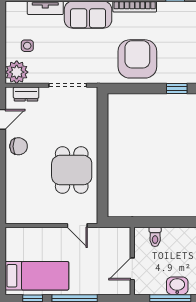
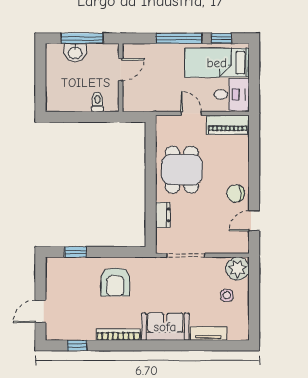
armchair: (137, 59) -> (115, 282), width x0.73, depth x0.73
dresser: (26, 94) -> (163, 215), moved, turned 90
piano: (26, 214) -> (228, 125), added
door: (77, 225) -> (191, 113), moved
desk: (22, 244) -> (232, 94), added

